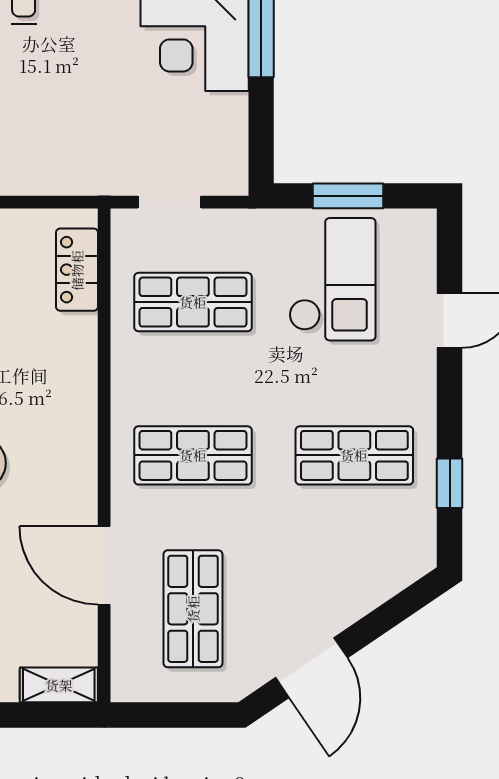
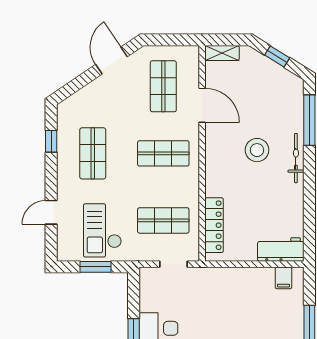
locker: (77, 270) -> (214, 225), width x1.53
shop shelf: (354, 455) -> (93, 153), turned 90

